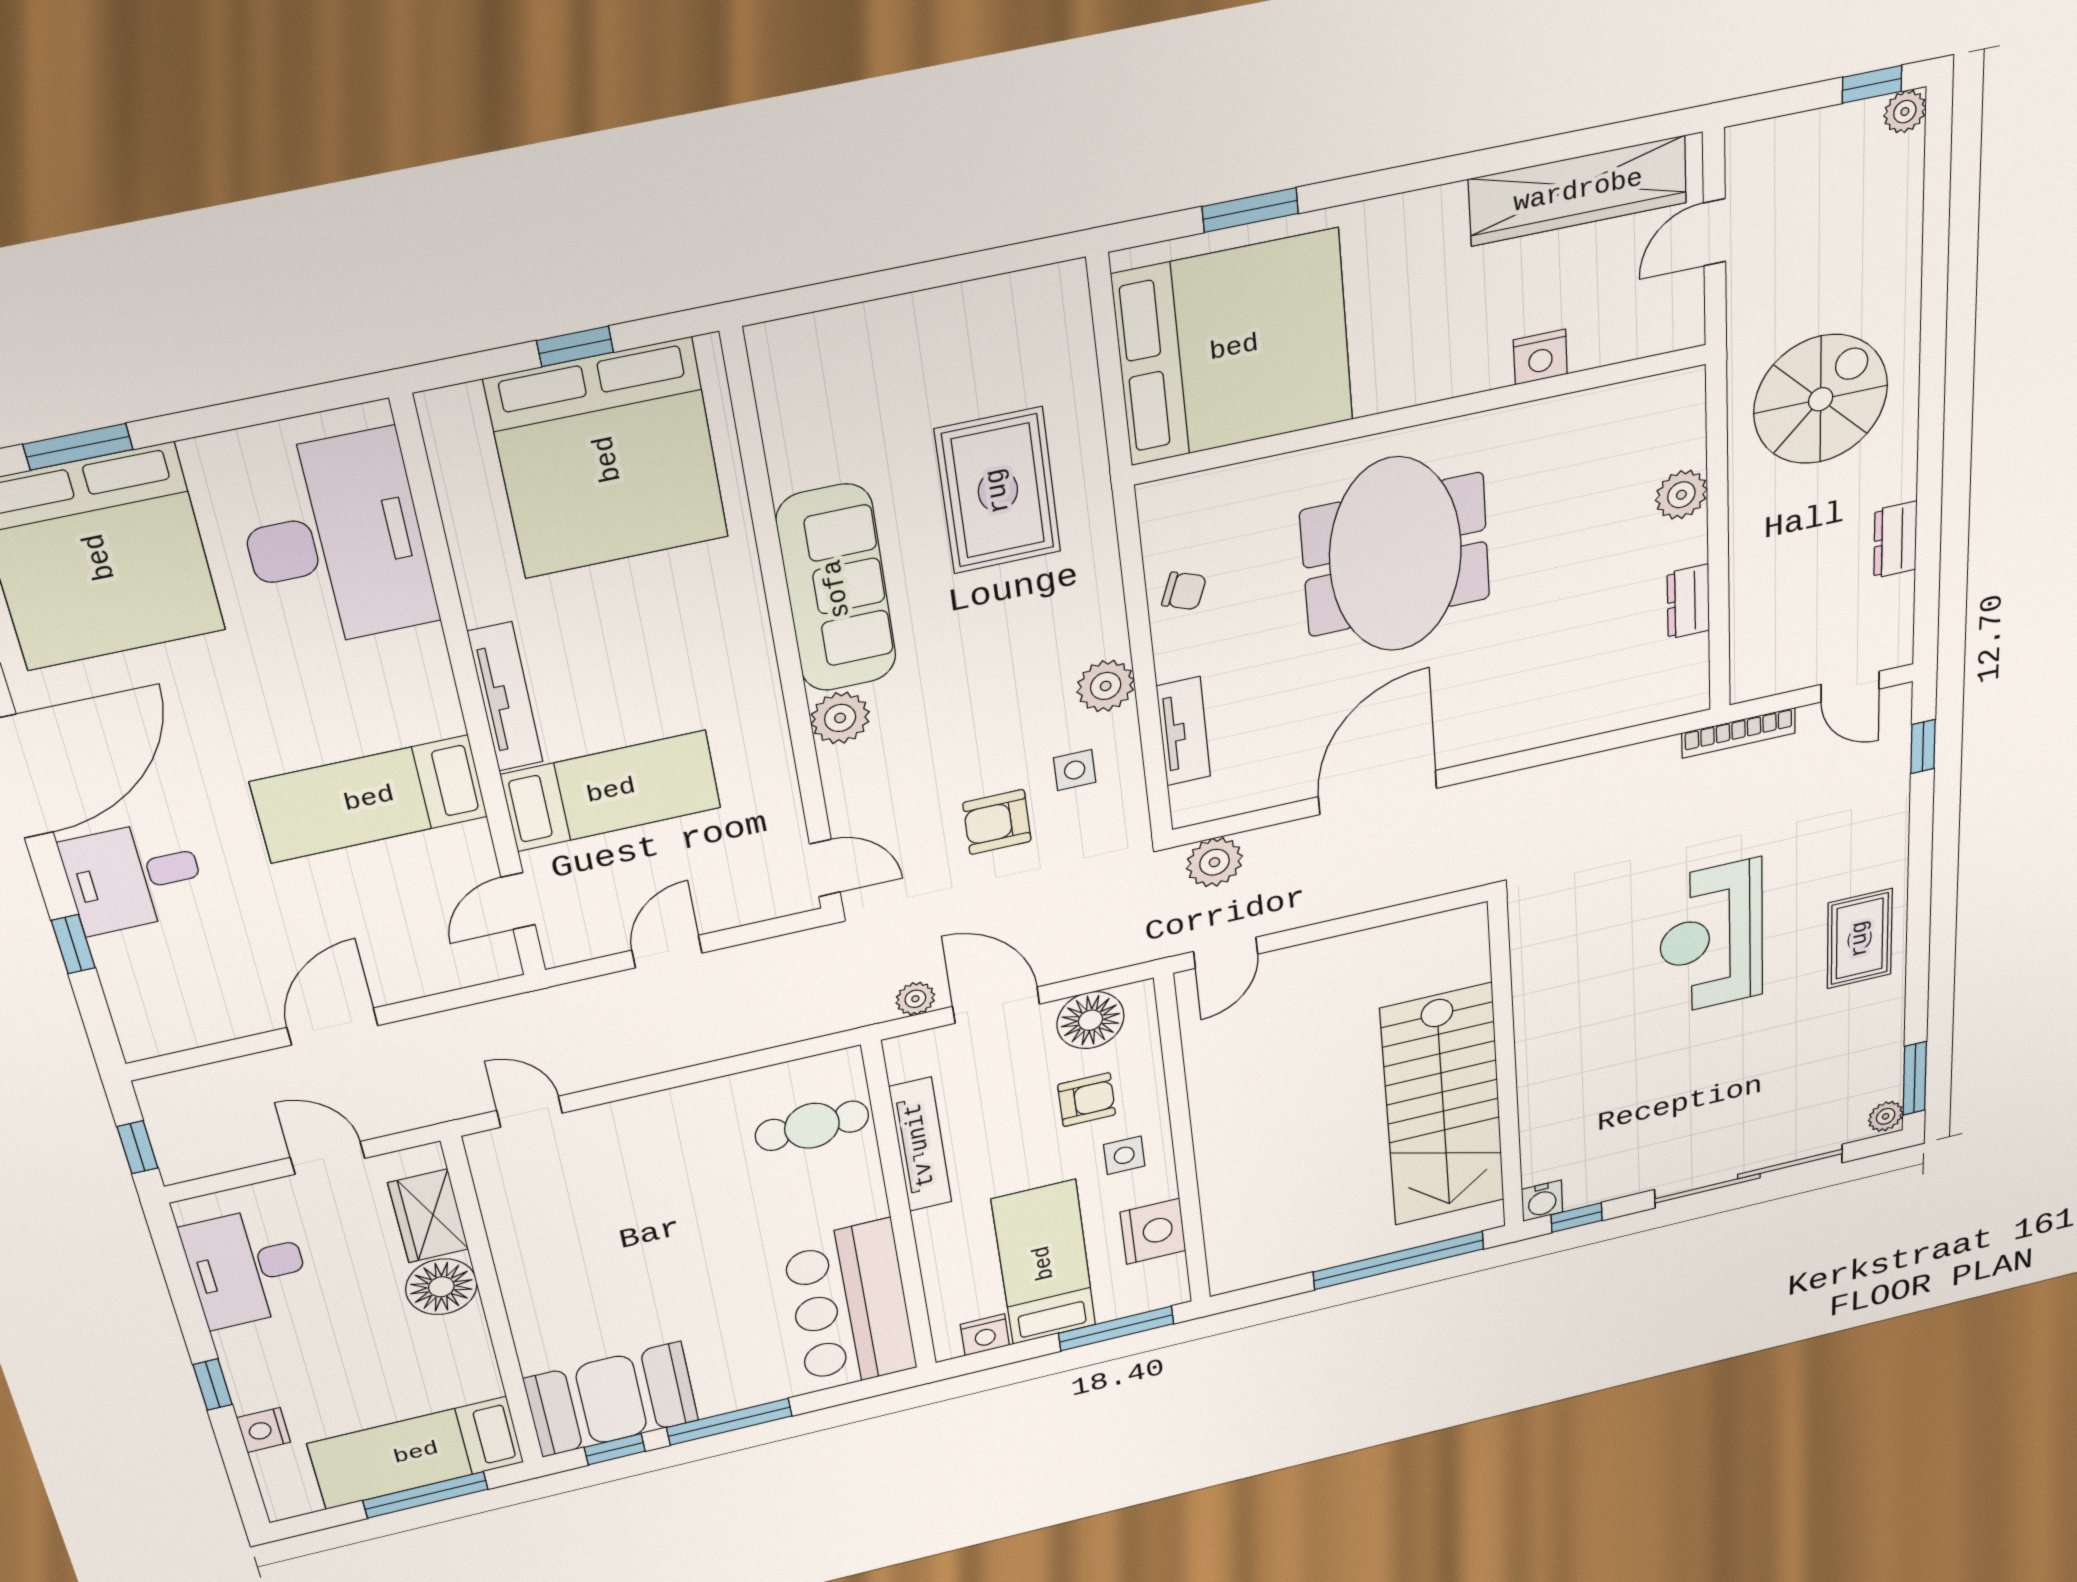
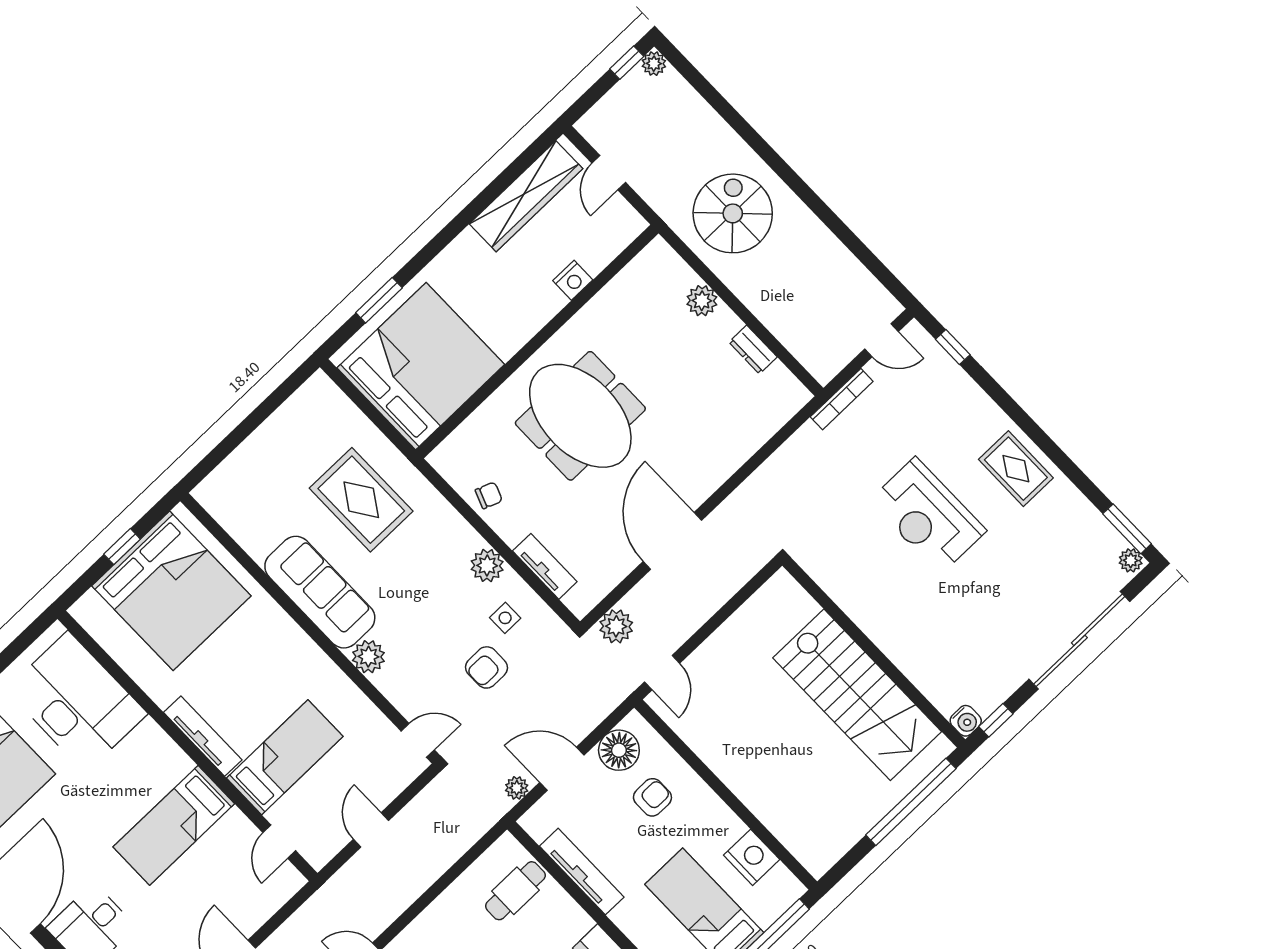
dresser: (1895, 540) -> (836, 255), removed
side table: (1124, 1155) -> (699, 820), removed

